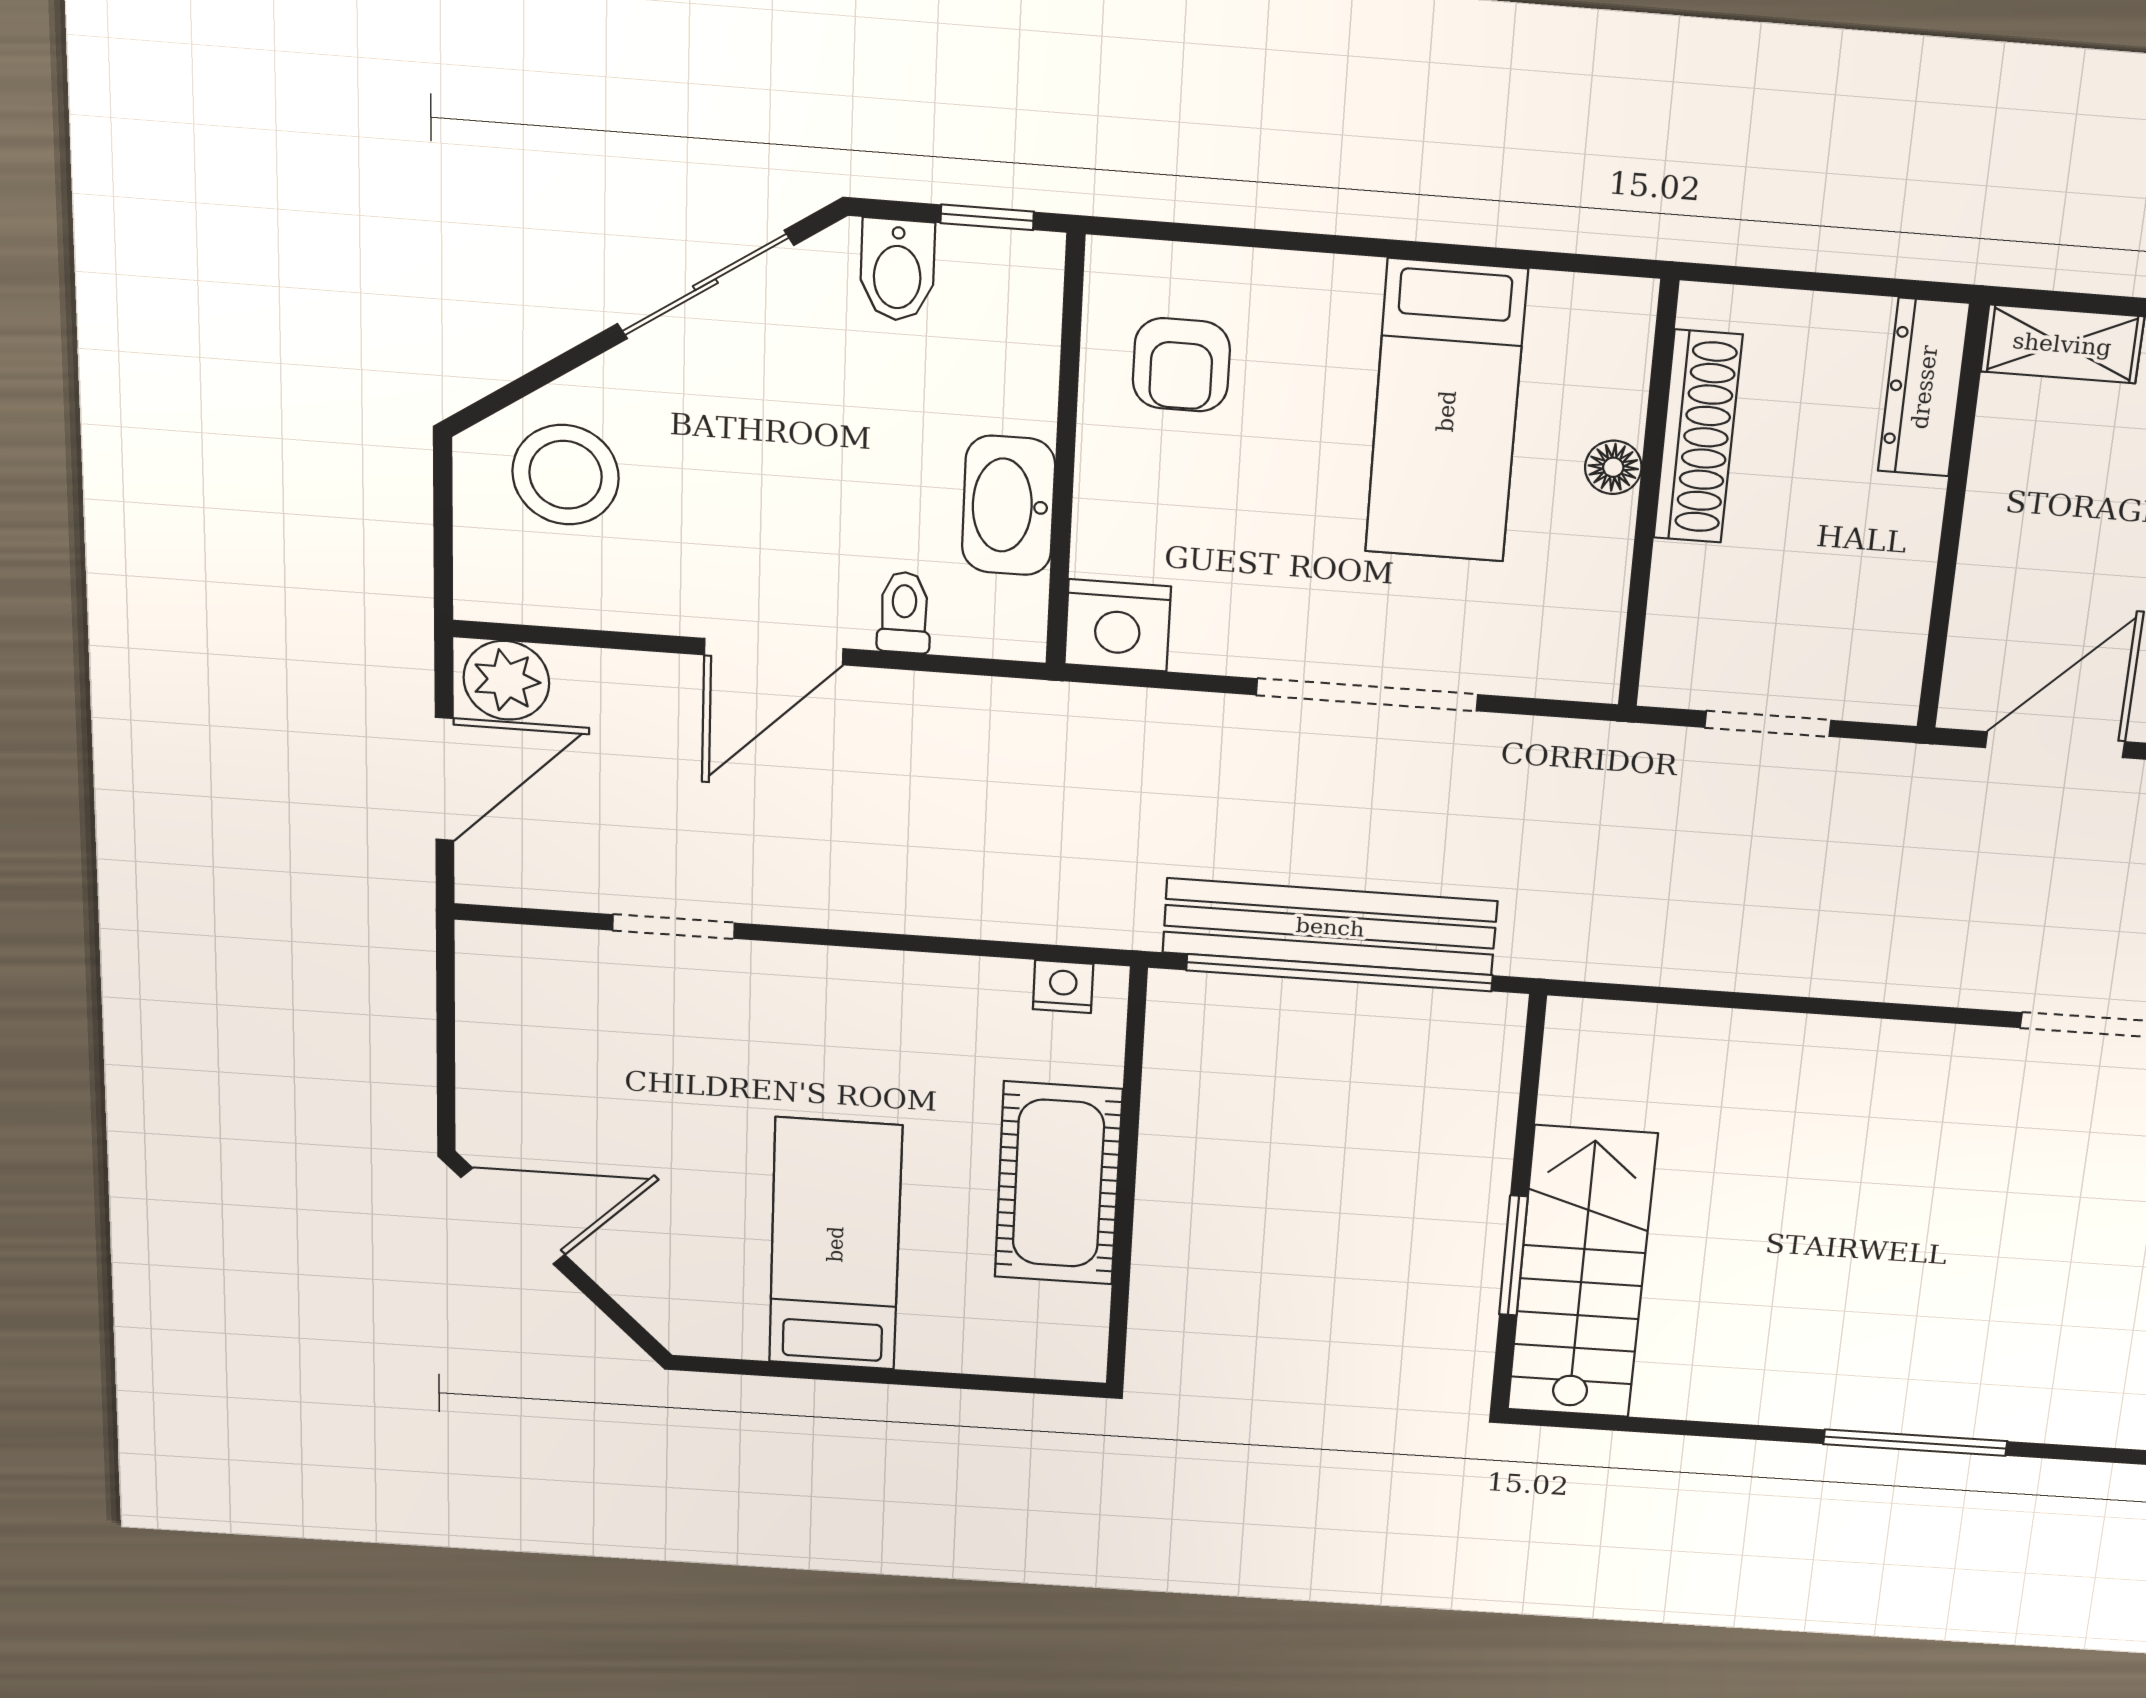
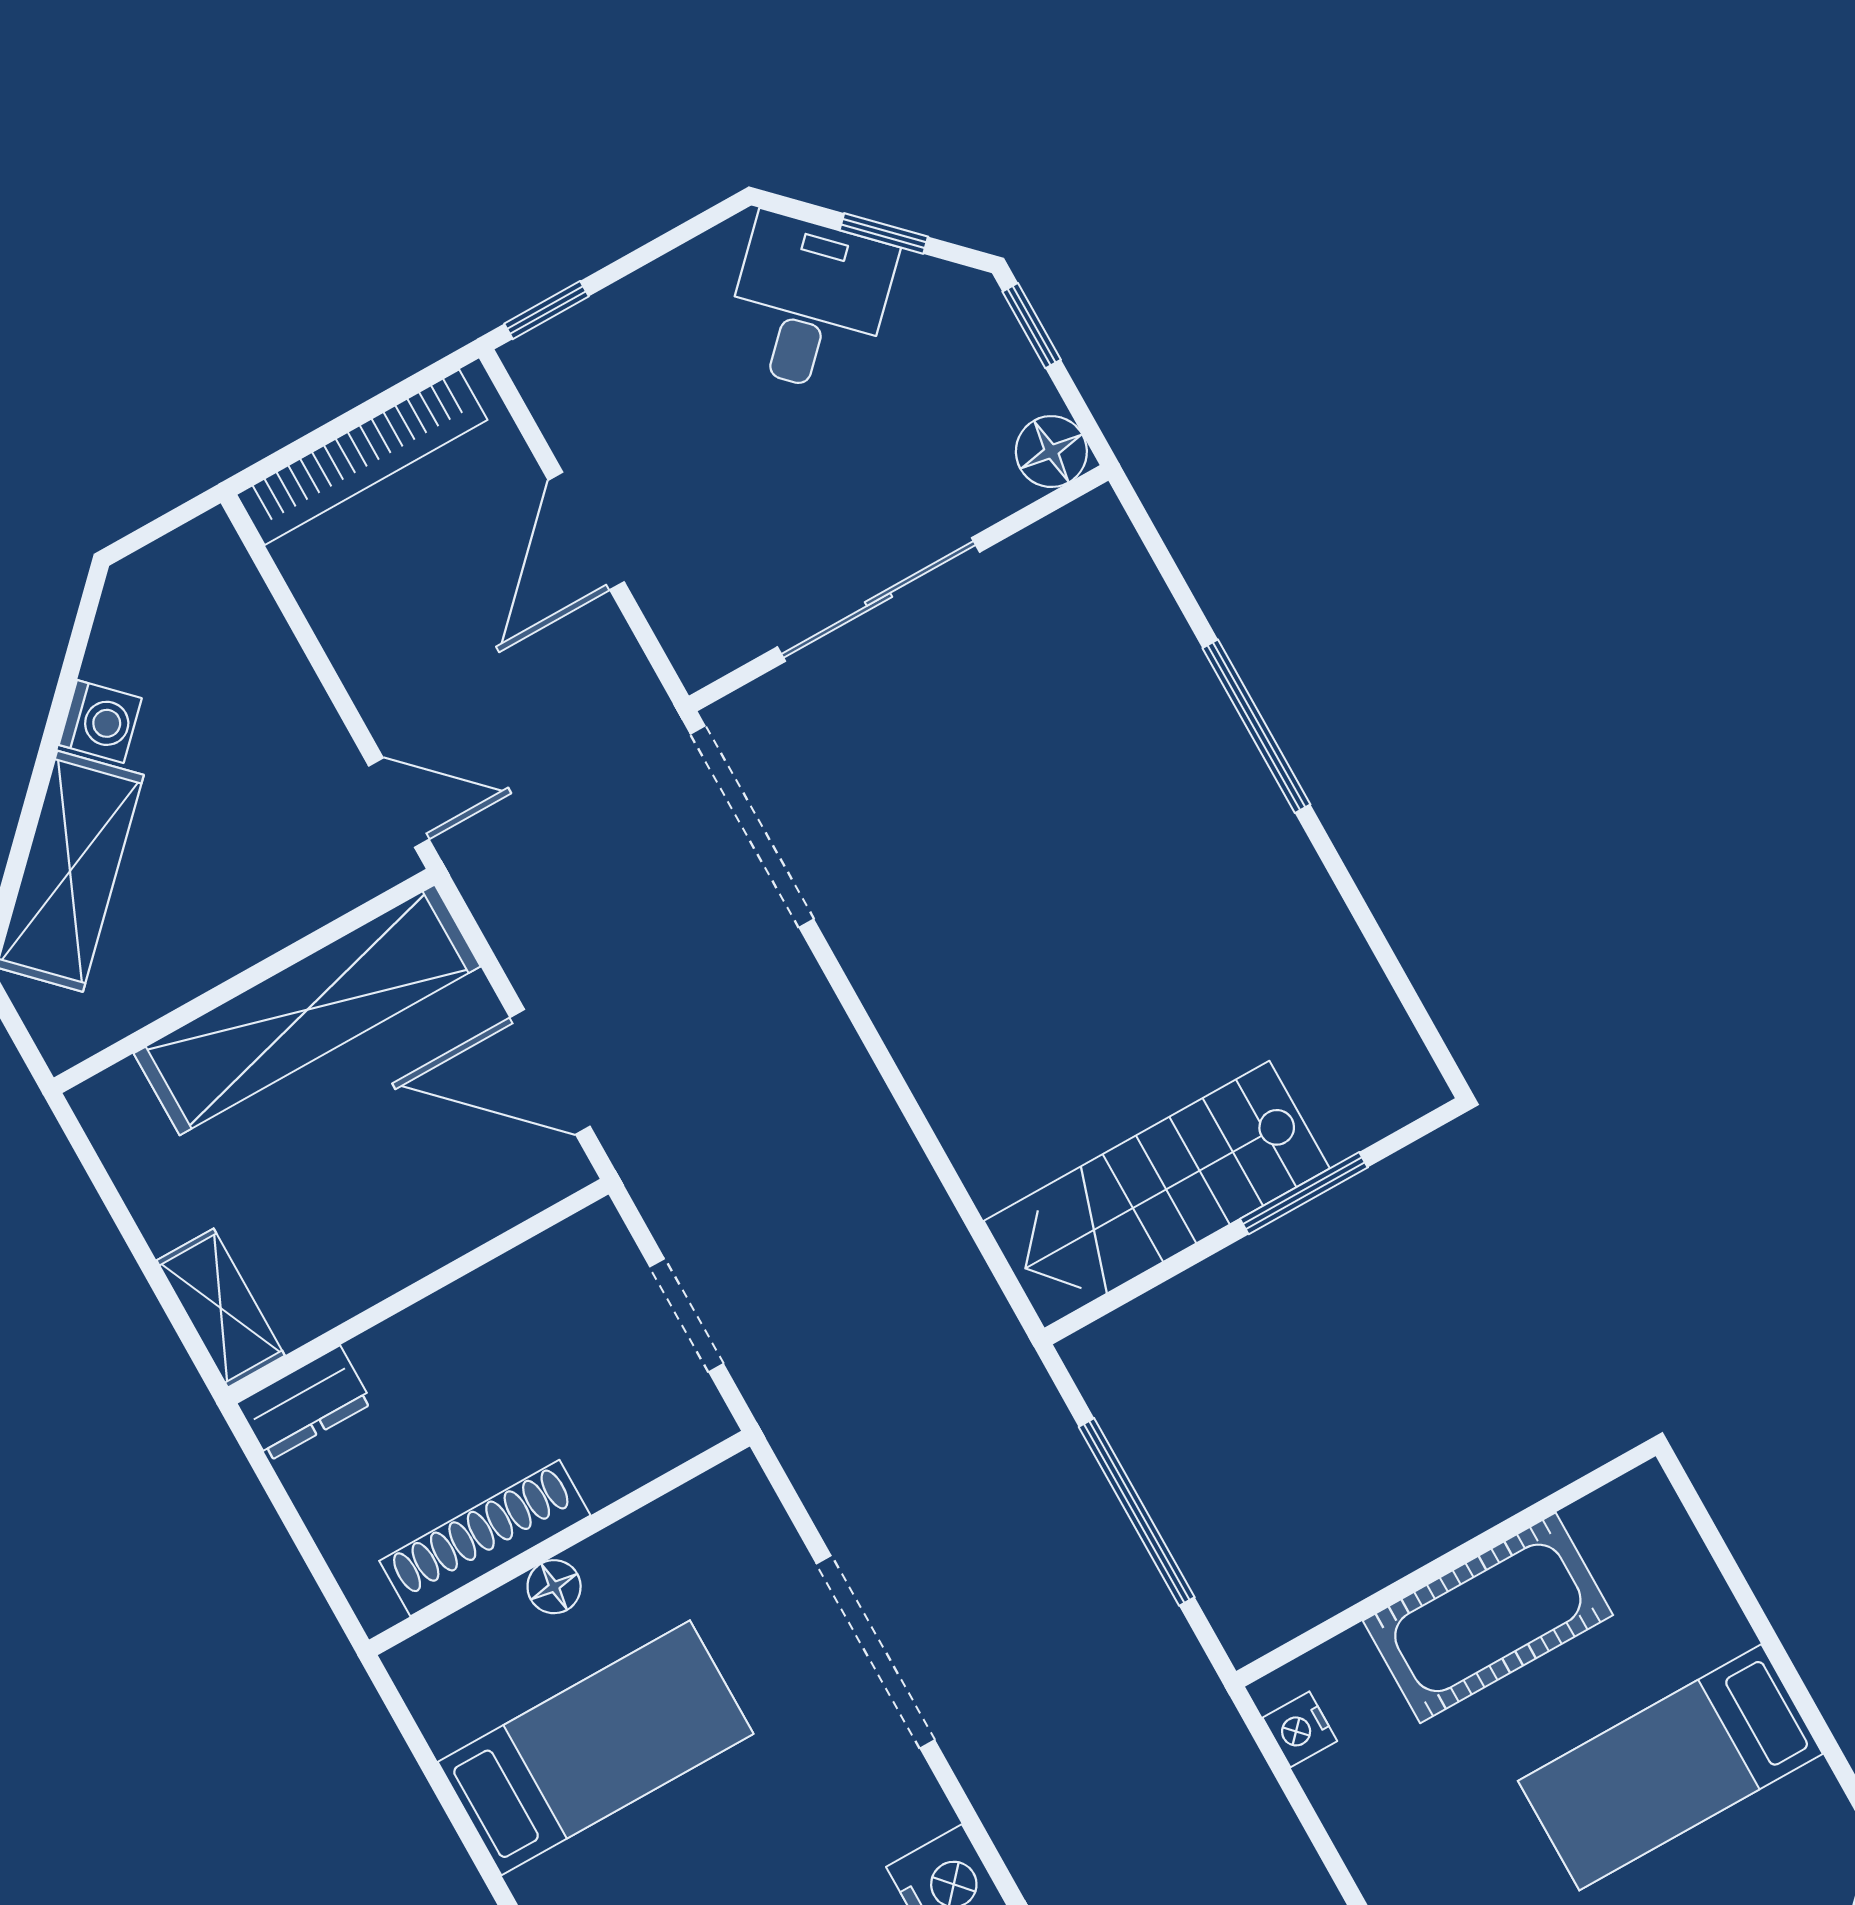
dresser: (1924, 387) -> (305, 1403), width x0.70
bench: (1330, 927) -> (1100, 1547), removed
window: (1340, 973) -> (1137, 1512), width x0.68
stairs: (1582, 1273) -> (1157, 1195), moved

